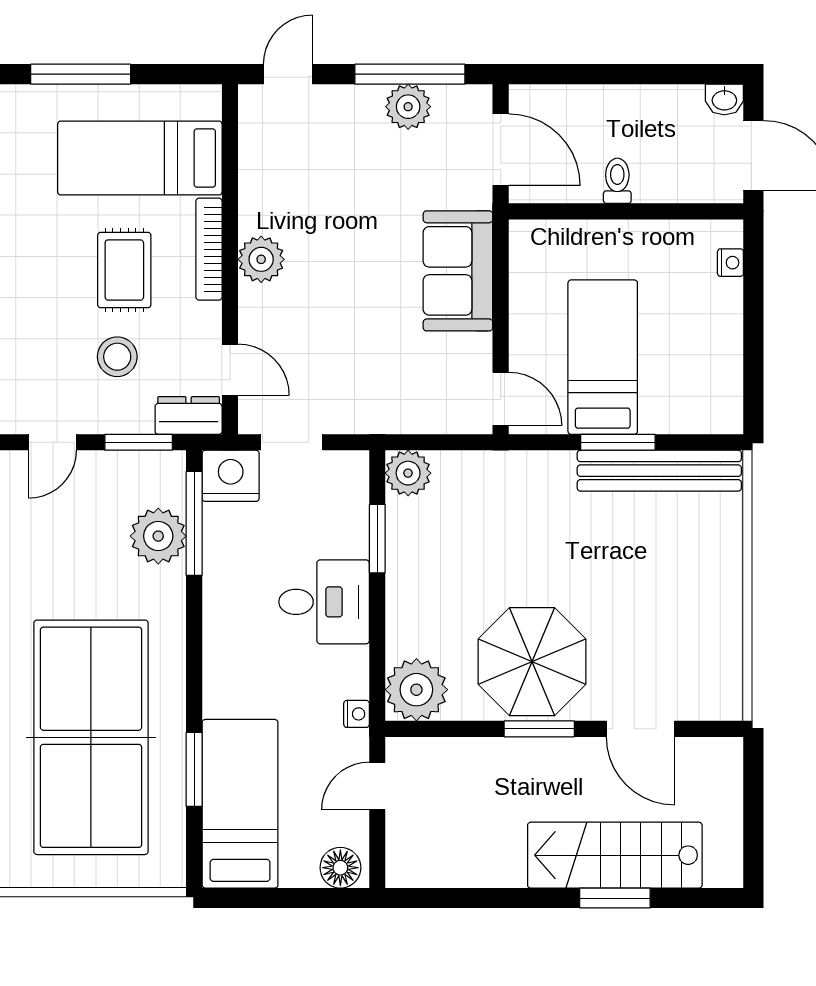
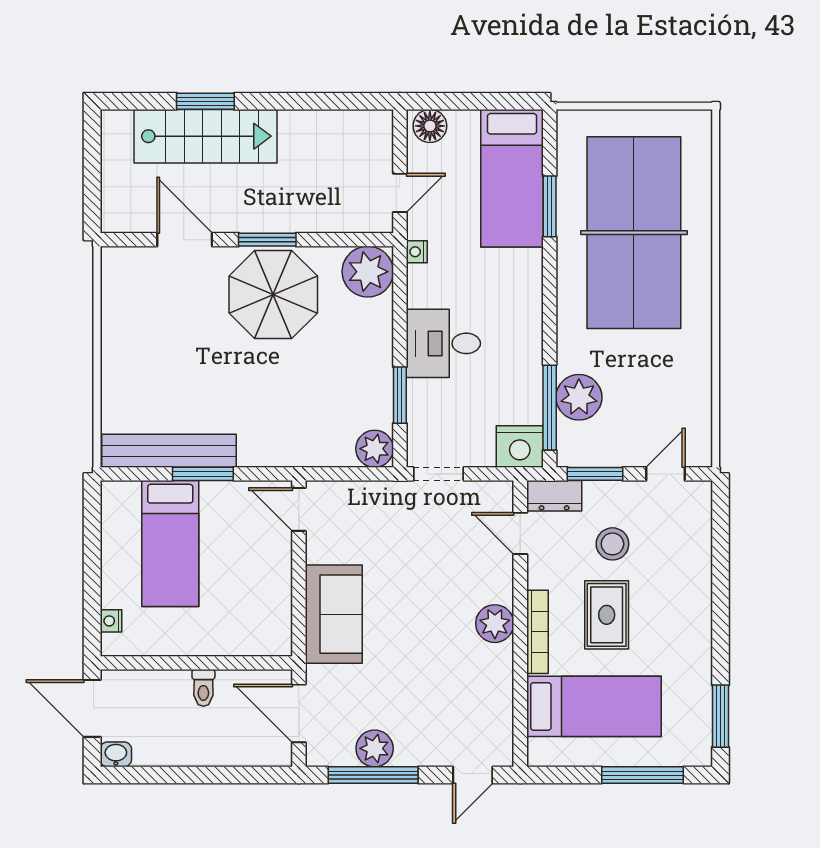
bed: (603, 357) -> (170, 544), moved
doorway: (292, 442) -> (439, 474), moved

